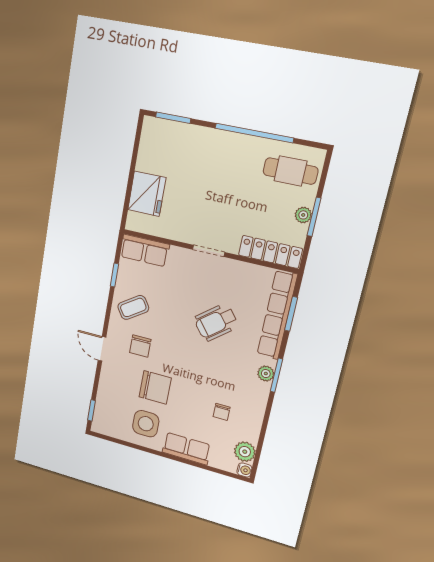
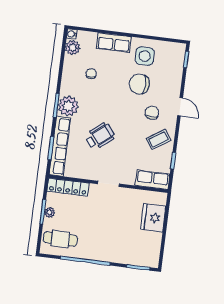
plant: (266, 374) -> (68, 106), width x1.88, depth x1.88

